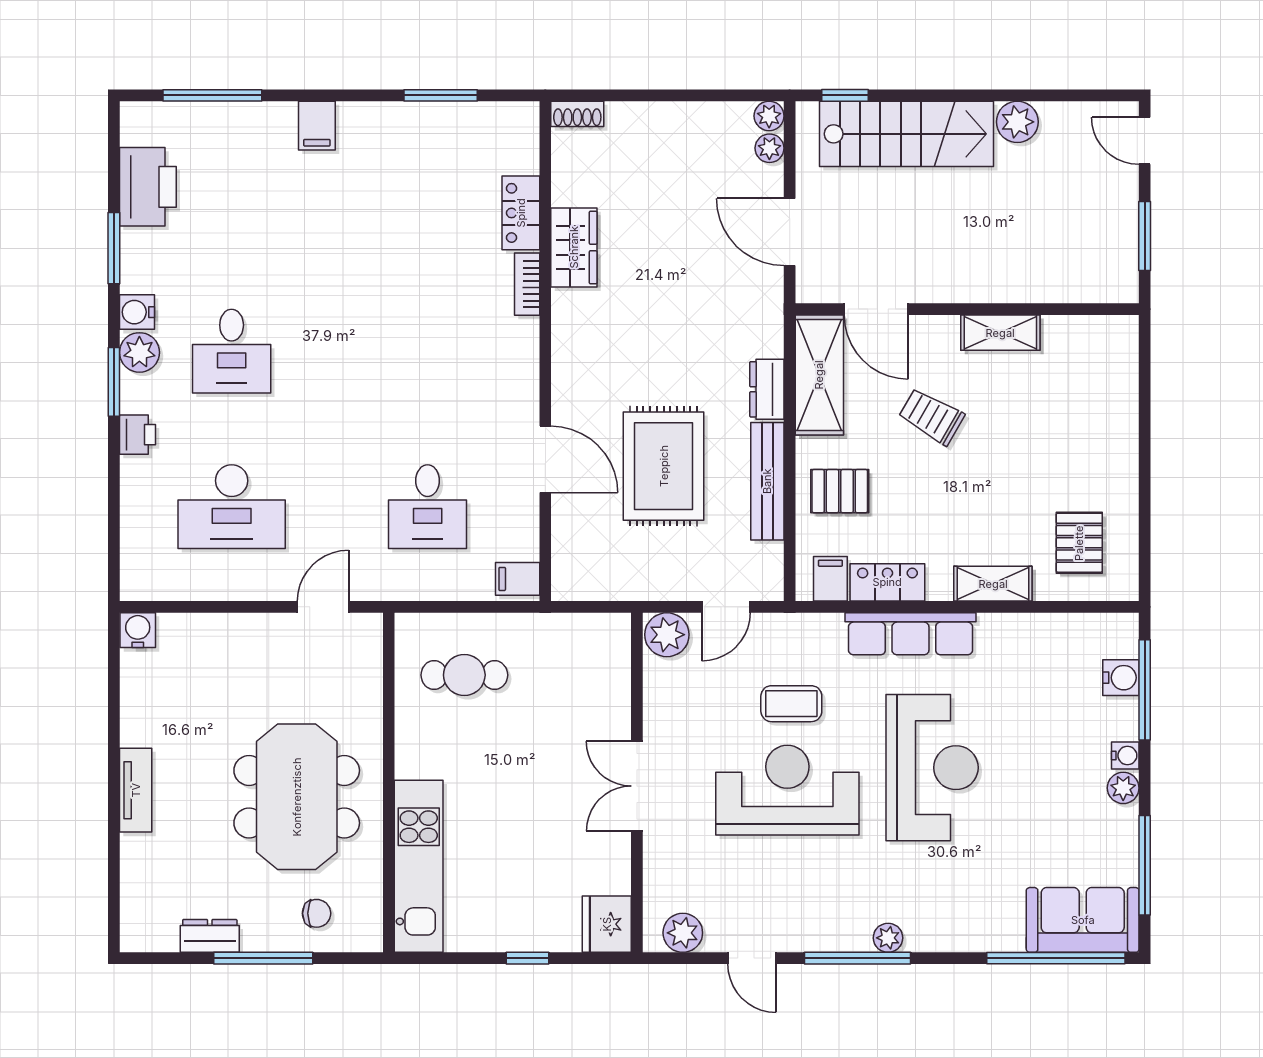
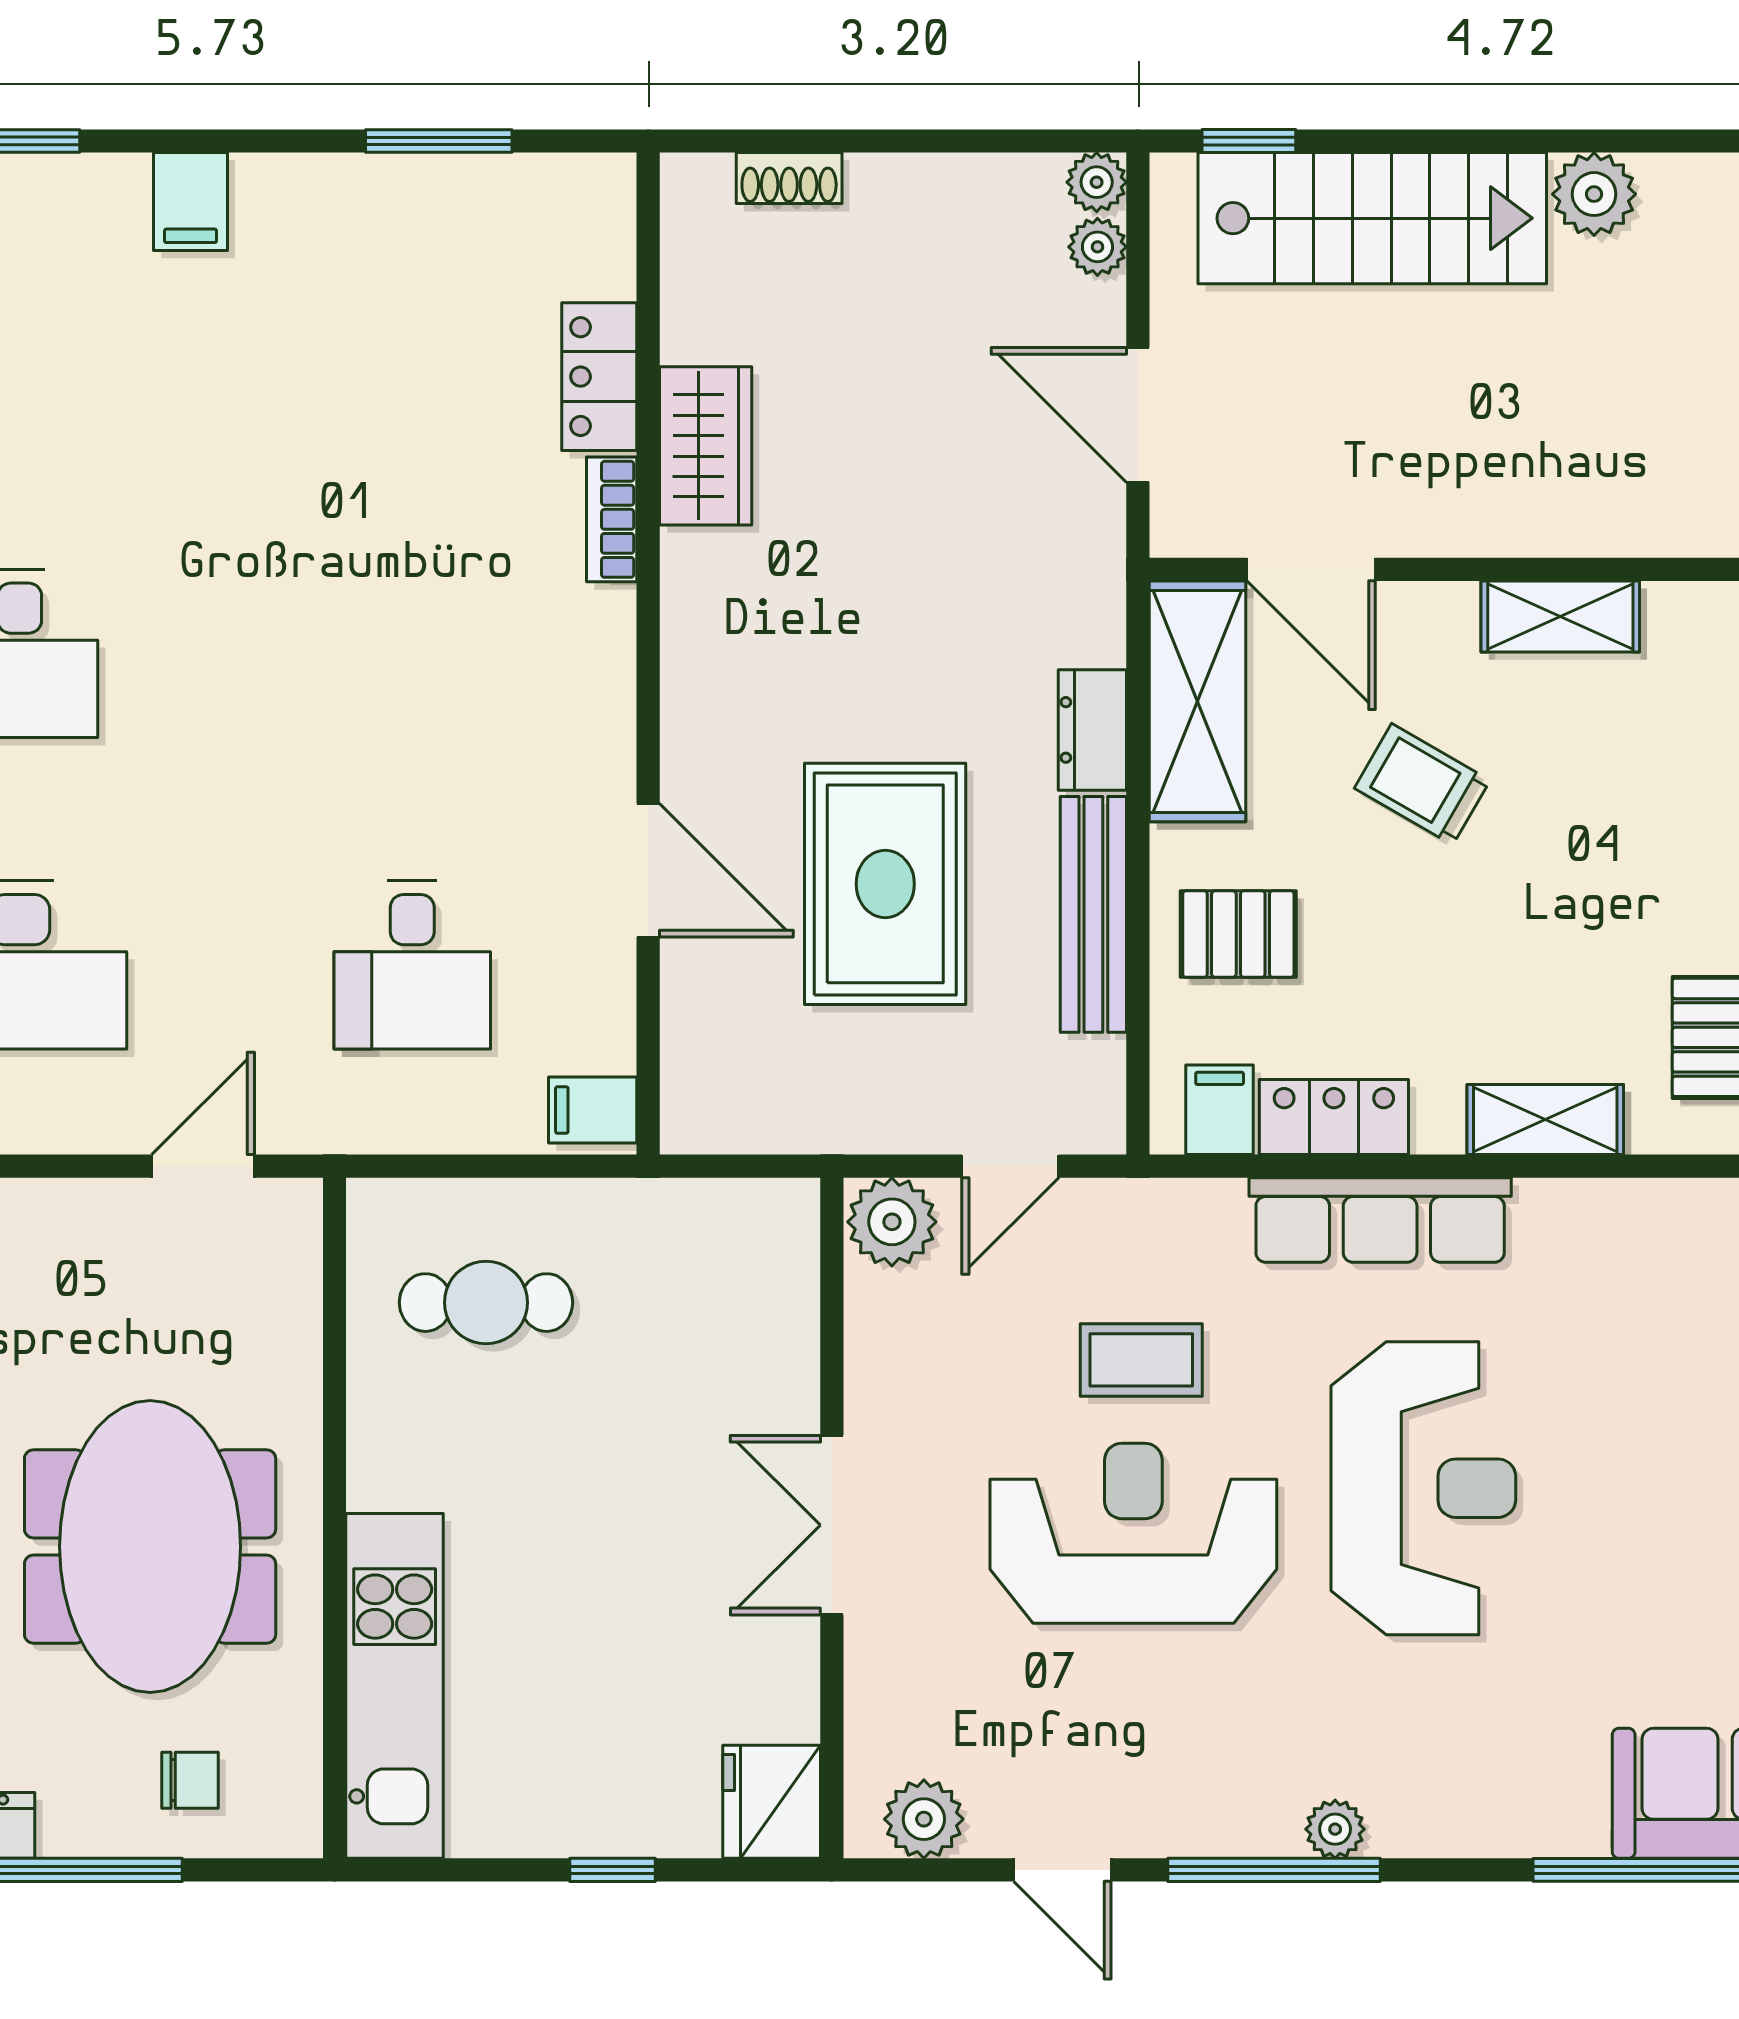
shoe rack: (577, 114) -> (789, 178), moved

